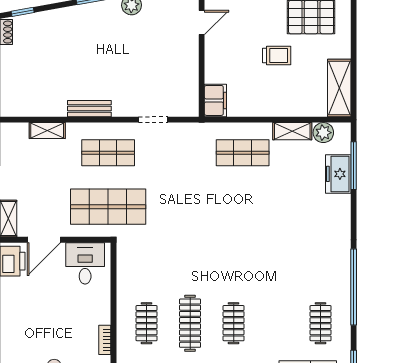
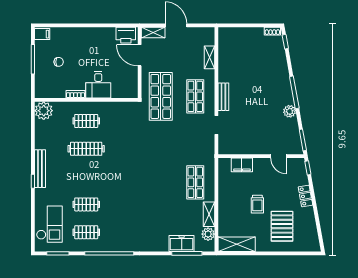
filing cabinet: (215, 100) -> (242, 165), moved
bench: (89, 109) -> (223, 97), moved
desk: (85, 263) -> (98, 85), moved, turned 90
clothes rail: (234, 323) -> (86, 204), moved

